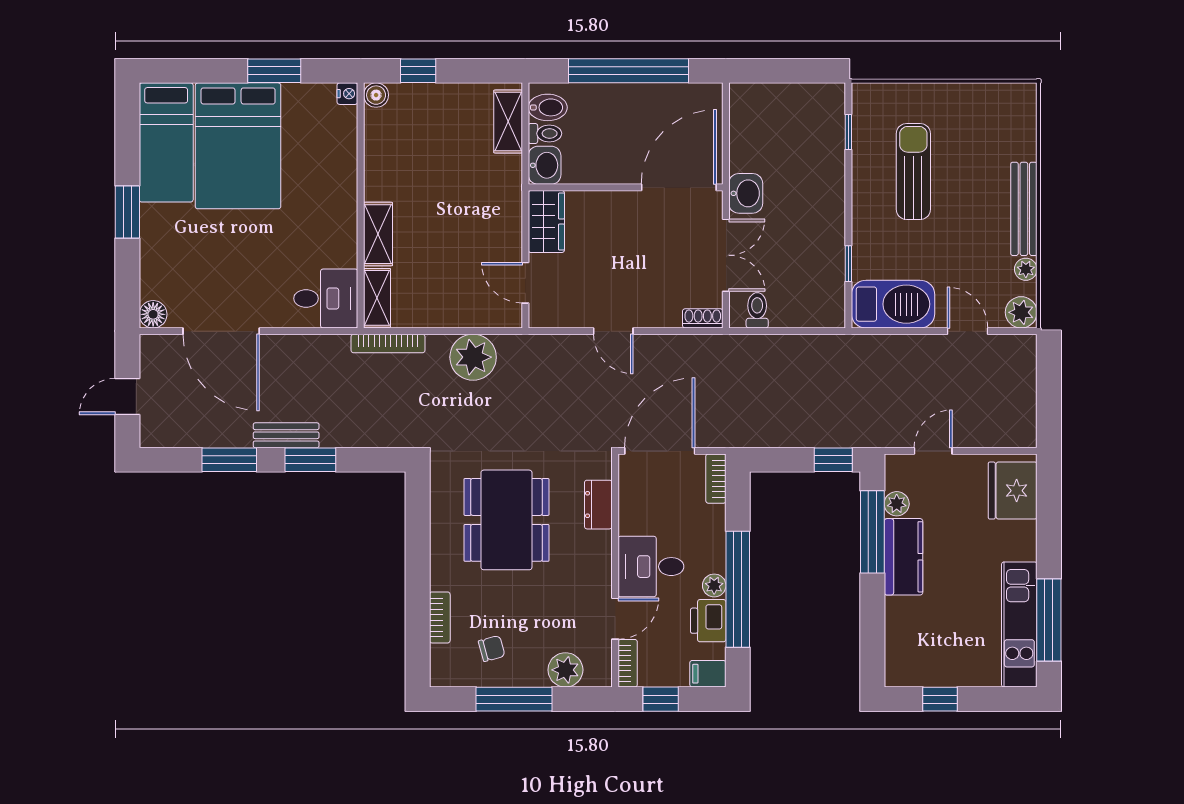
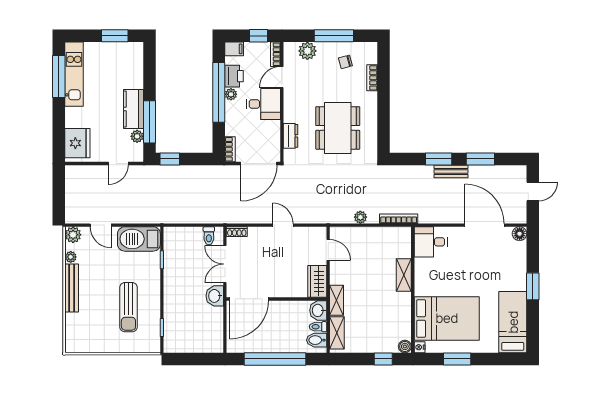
bed: (238, 146) -> (447, 318), moved, turned 90
shelving: (377, 298) -> (336, 300), moved
plant: (473, 357) -> (360, 217), width x0.53, depth x0.53
window: (940, 699) -> (115, 36), width x1.50

